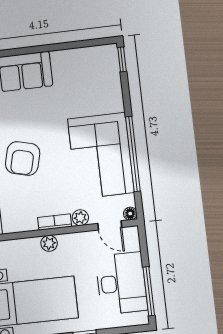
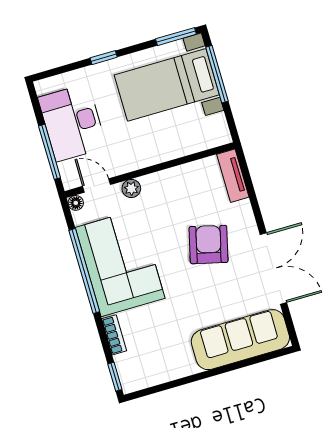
bookcase: (55, 222) -> (114, 335), moved, turned -90
plant: (49, 243) -> (162, 153), removed
window: (149, 291) -> (50, 152), moved

